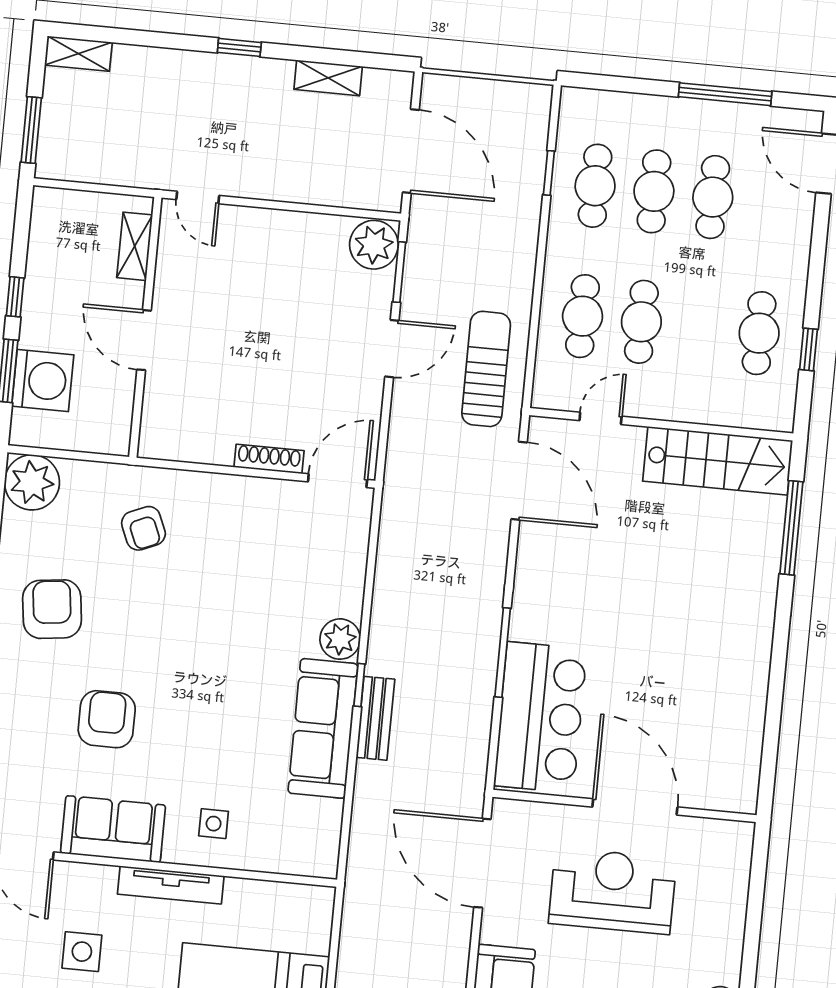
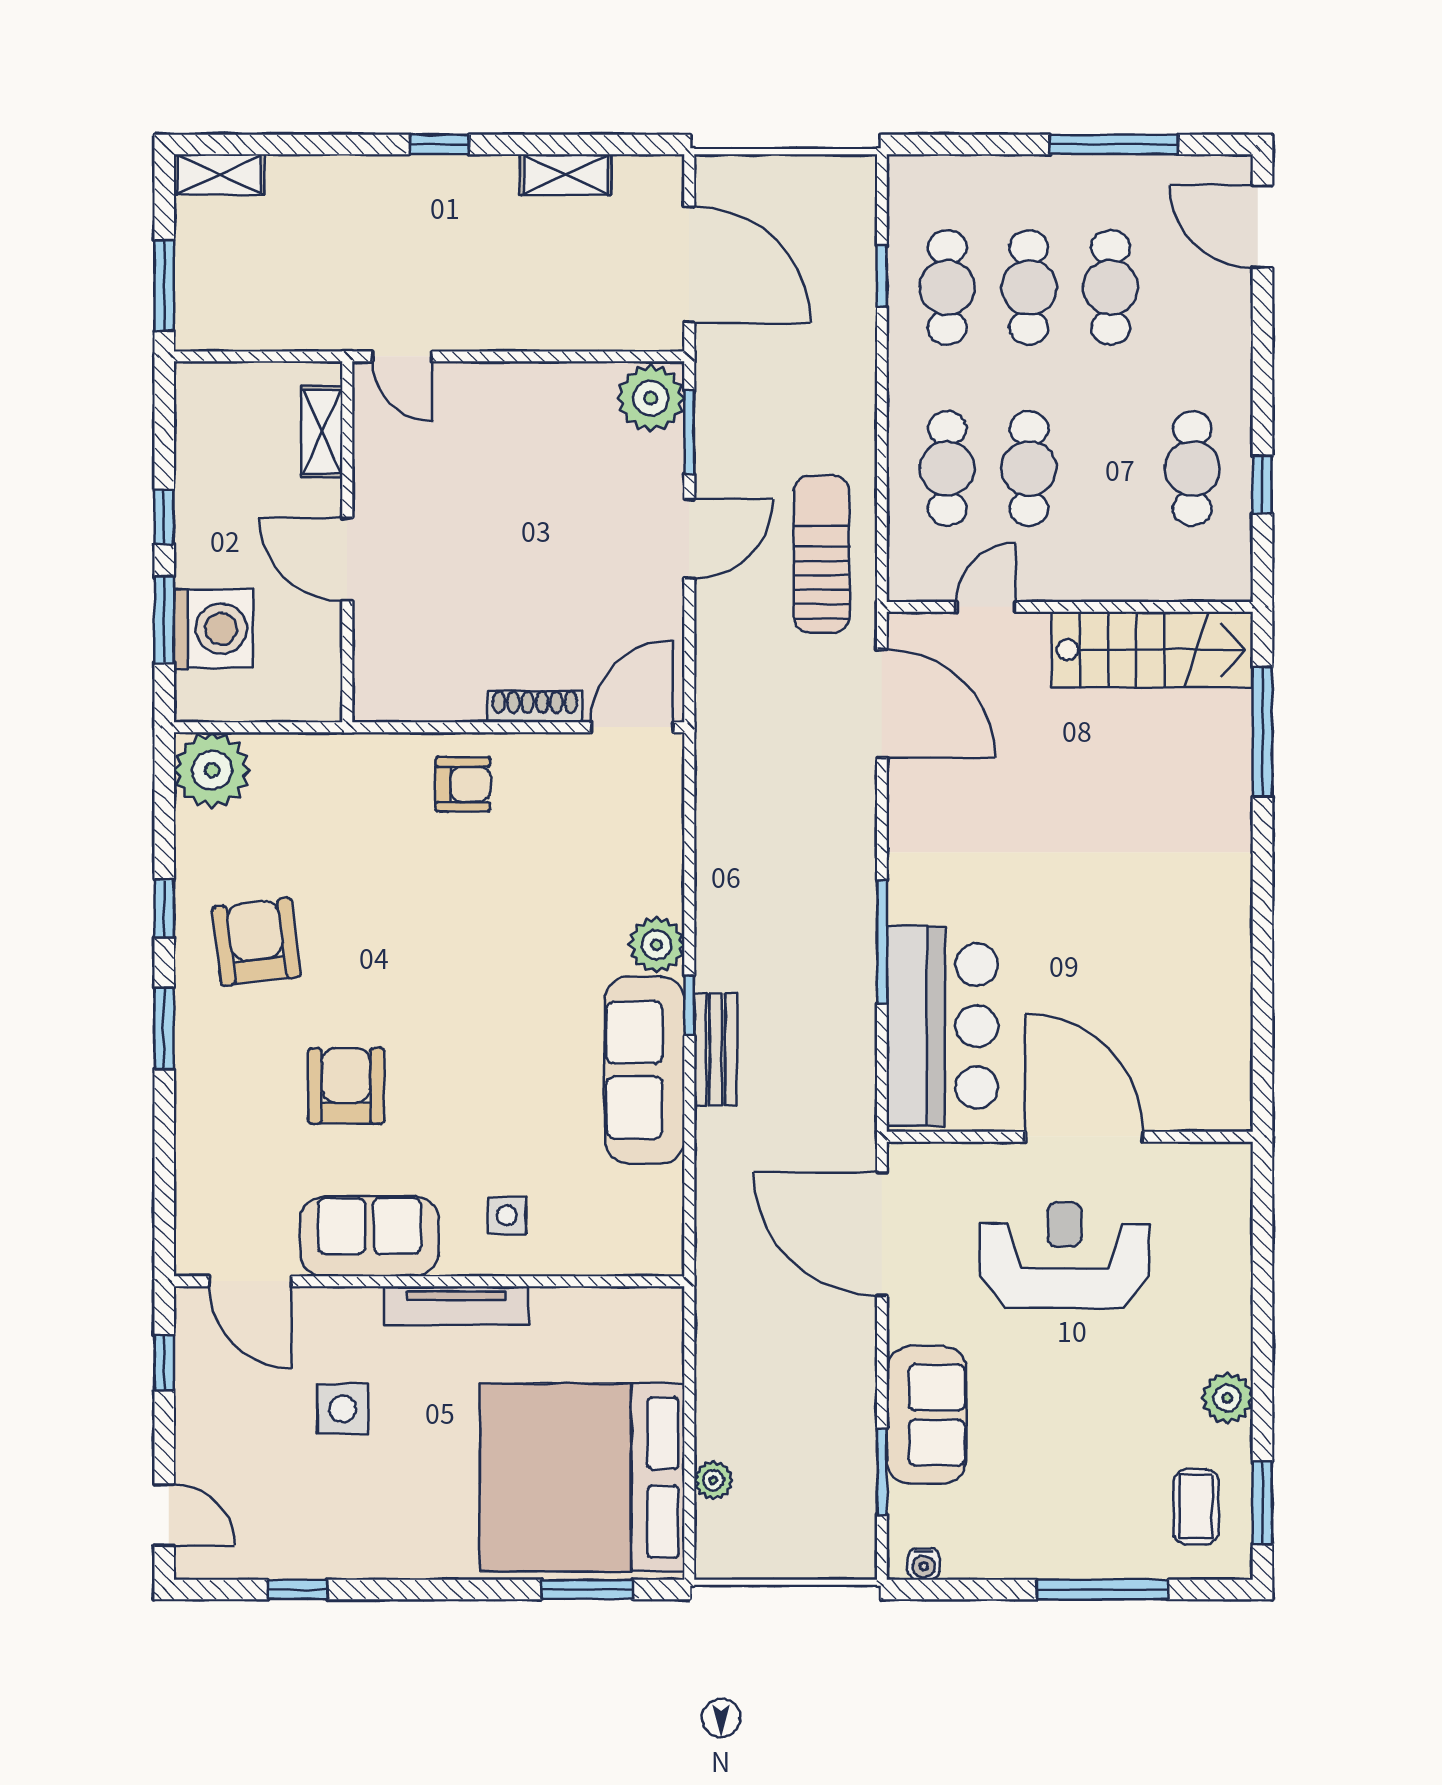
armchair: (143, 528) -> (463, 784), moved, turned -67

